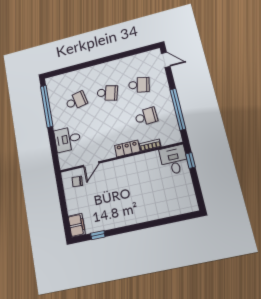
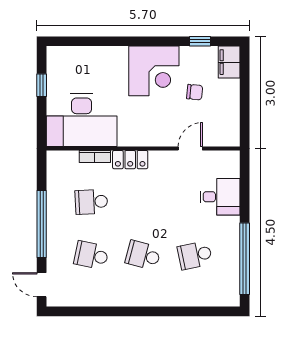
window: (178, 109) -> (42, 224), moved
desk: (174, 160) -> (82, 120), width x1.87, depth x1.30
window: (190, 160) -> (42, 85), moved
chair: (77, 181) -> (195, 92), moved
corner desk: (124, 209) -> (154, 71), added

